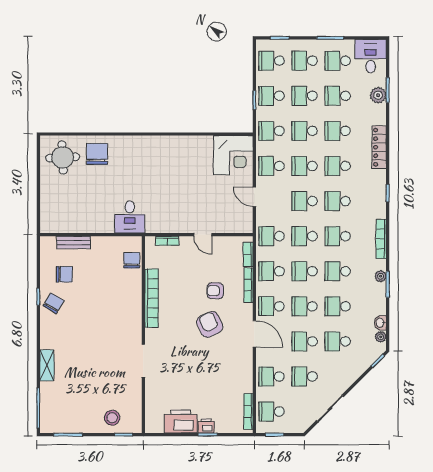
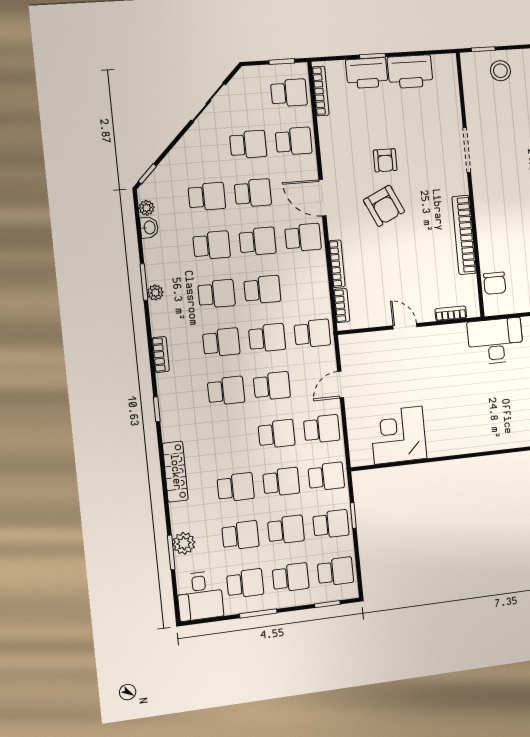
corner desk: (233, 155) -> (398, 435), moved
school desk: (338, 166) -> (231, 439), removed
door: (254, 197) -> (341, 385), swing flipped
desk: (130, 217) -> (495, 341), width x1.37
bookcase: (381, 239) -> (161, 354), width x0.64
school desk: (271, 271) -> (308, 286), removed
armchair: (215, 291) -> (385, 160), moved, turned 90
printer: (206, 426) -> (367, 73), width x1.87, depth x1.48

